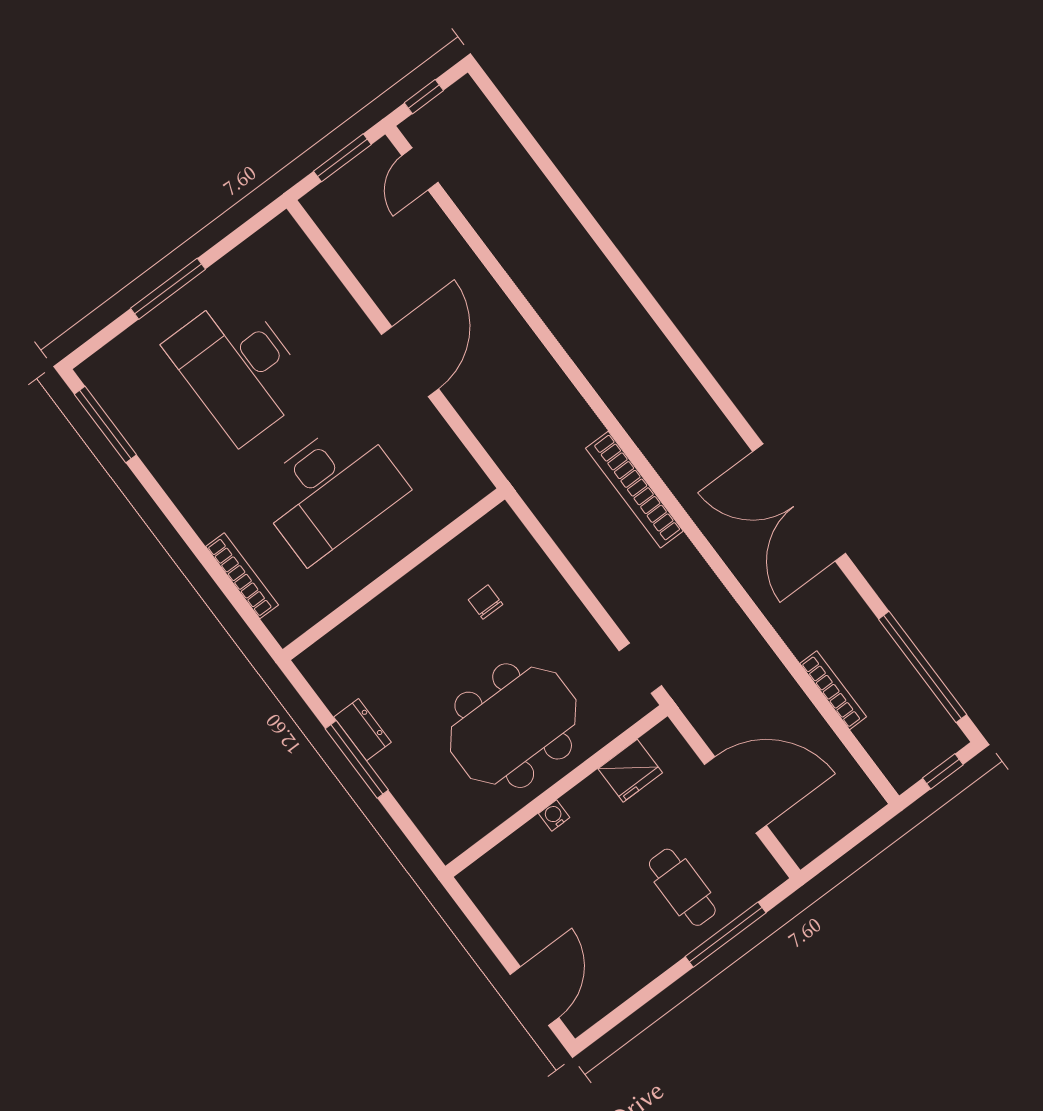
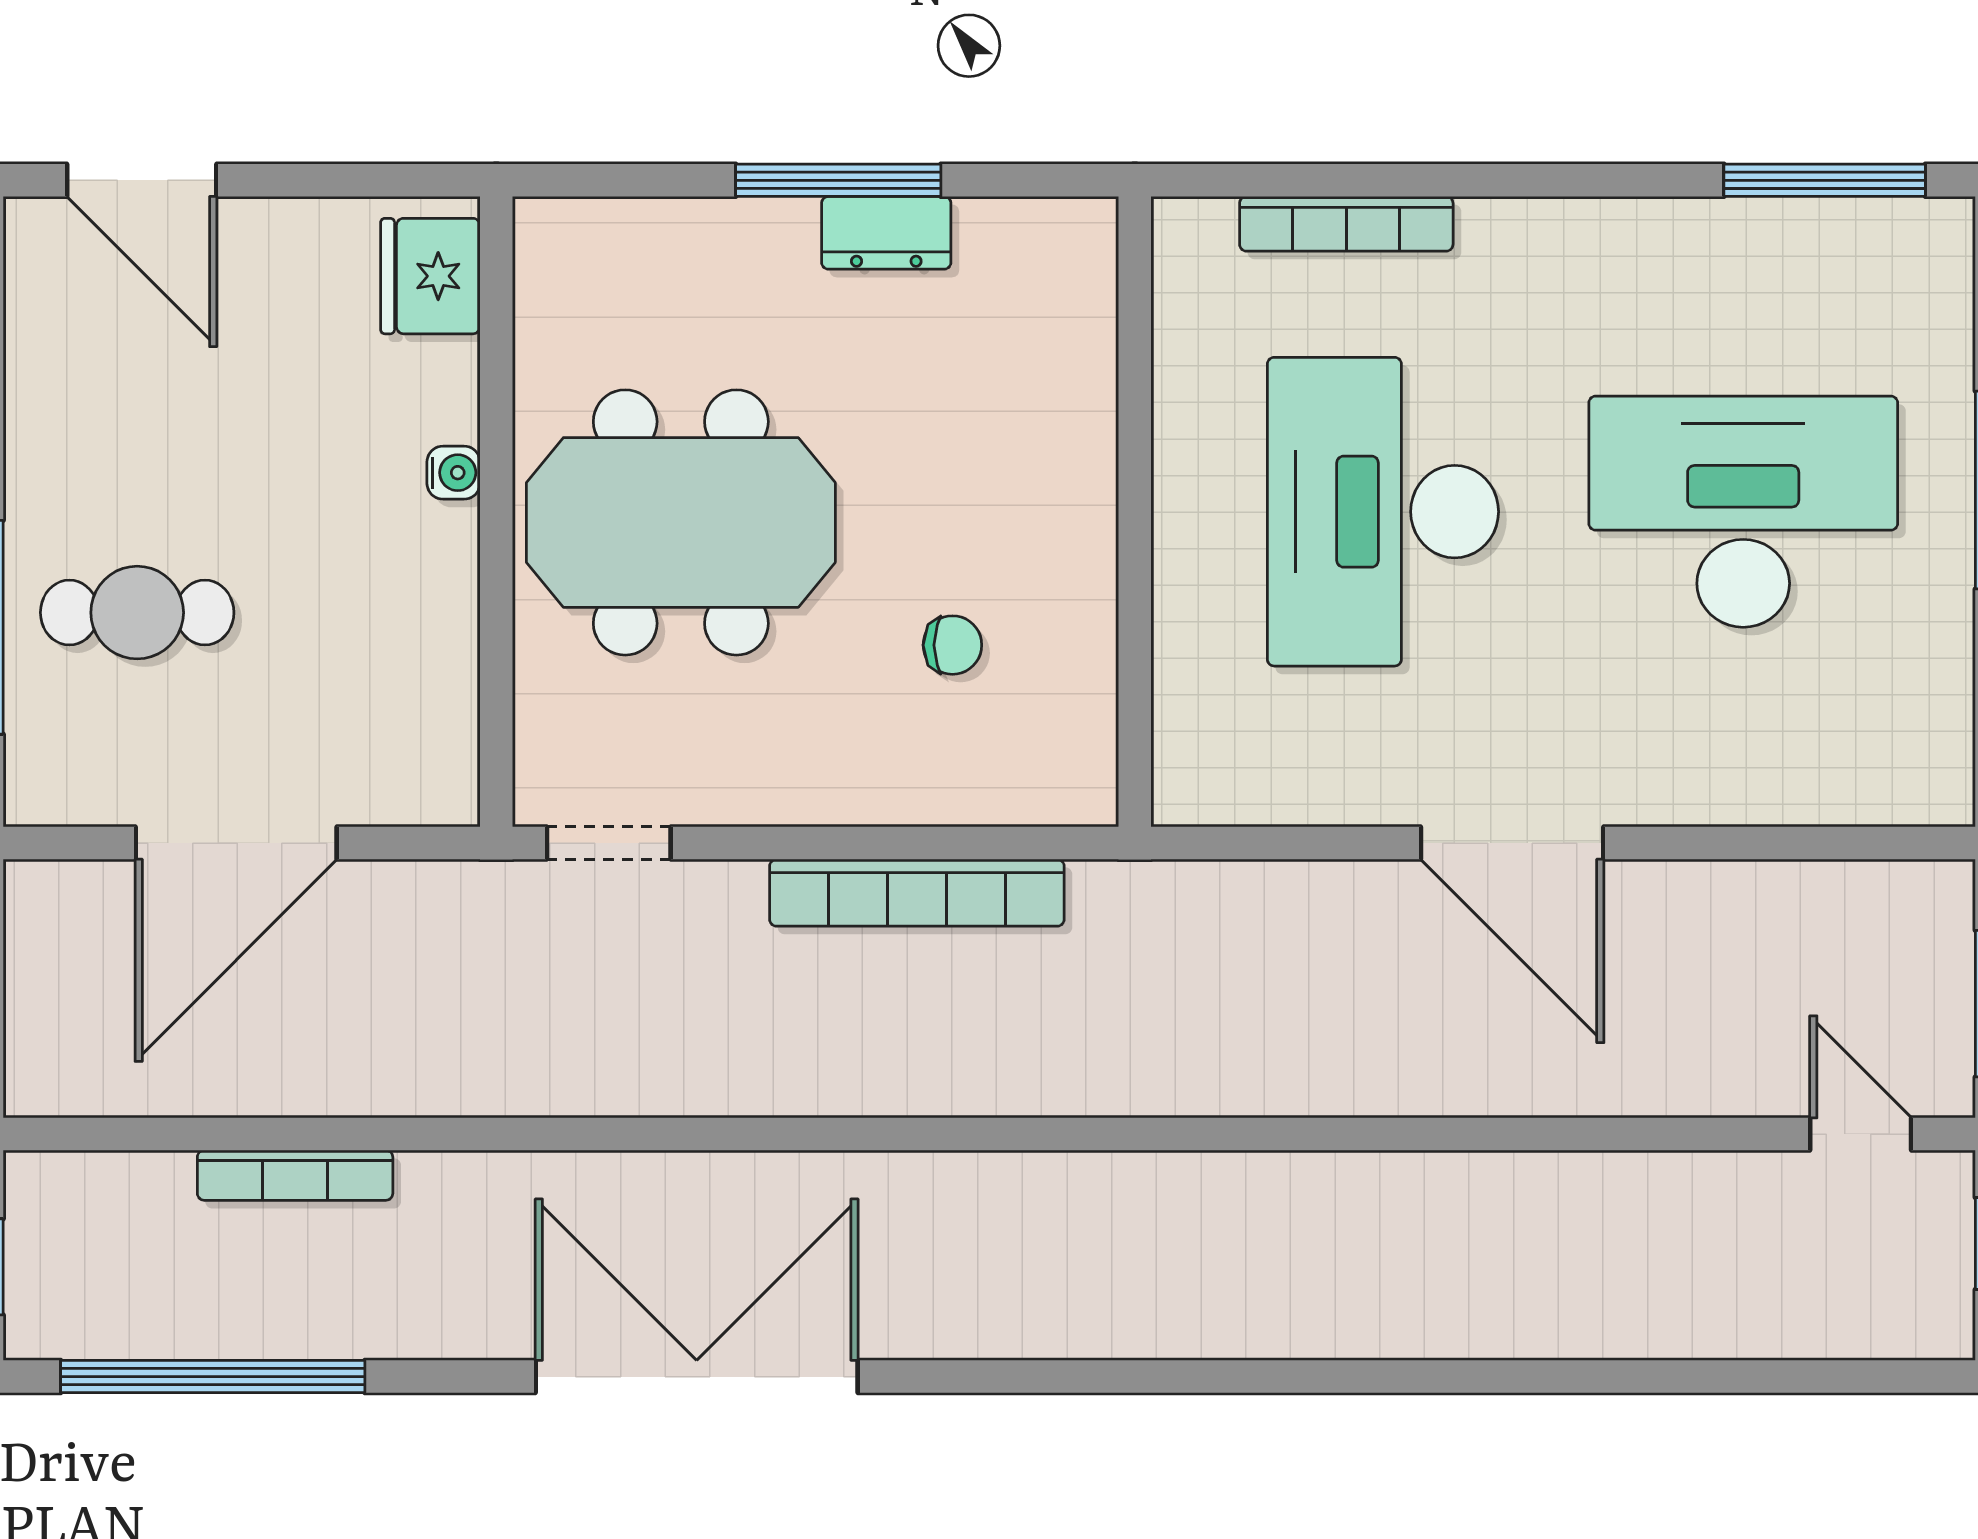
bookcase: (634, 490) -> (917, 893), moved, turned 180
meeting table: (513, 726) -> (681, 522), turned 90
fridge: (630, 771) -> (430, 276), moved

